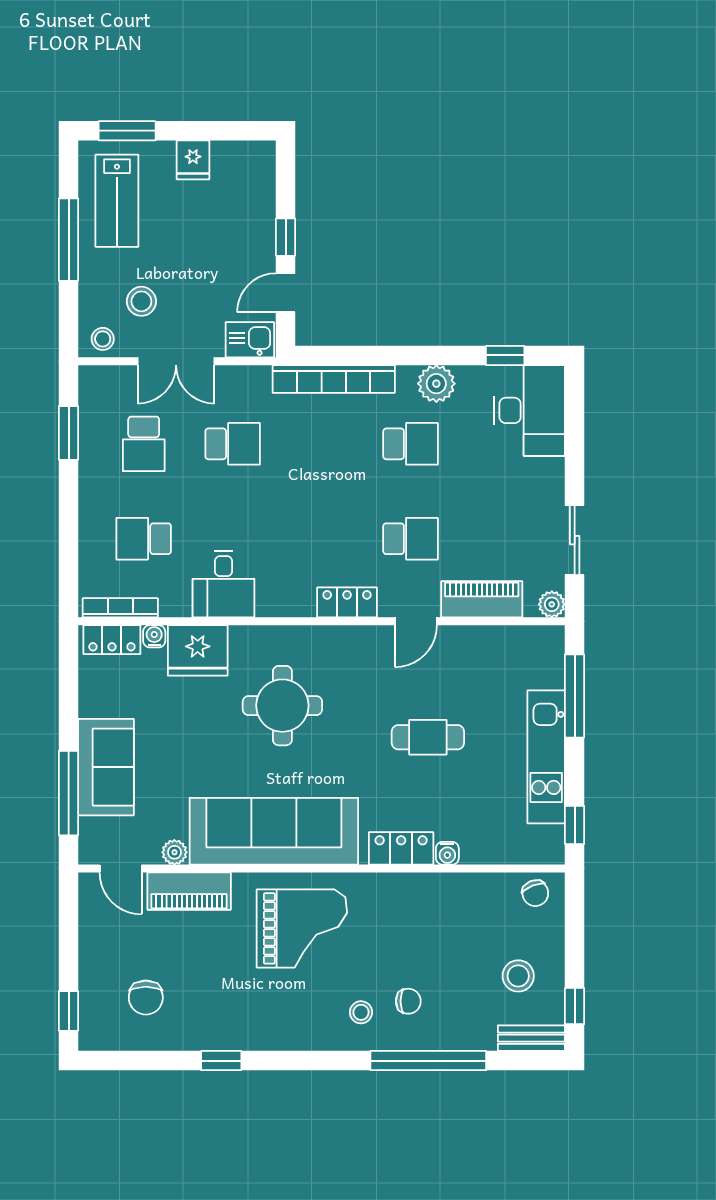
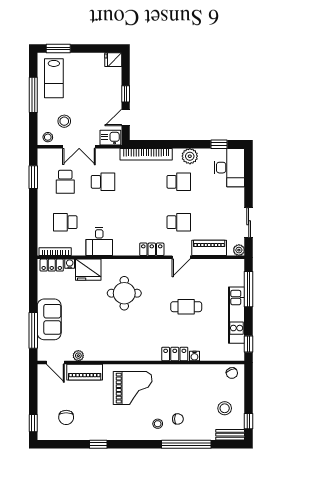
fridge: (193, 160) -> (113, 60), moved, turned 90
sofa: (274, 831) -> (121, 347), removed

